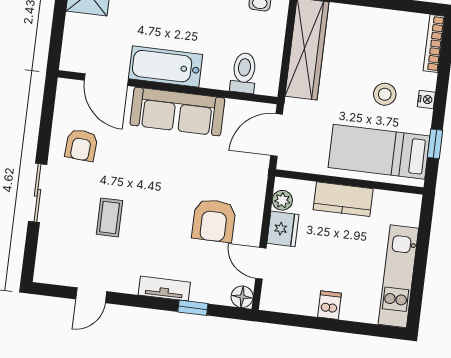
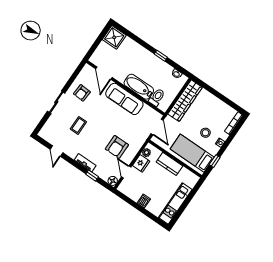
bathtub: (166, 67) -> (139, 87), moved
door: (277, 135) -> (157, 127), swing flipped
door: (91, 295) -> (56, 151), hinge flipped

